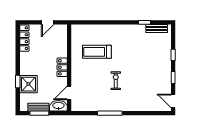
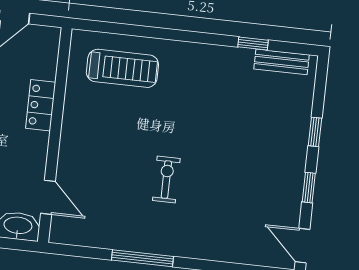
treadmill: (97, 52) -> (122, 68), moved, turned 180
locker: (62, 67) -> (41, 105), moved
door: (69, 93) -> (48, 197), swing flipped

